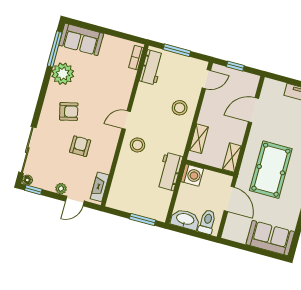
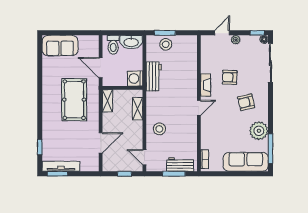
sofa: (81, 39) -> (246, 162), width x1.36
workbench: (152, 67) -> (180, 164), moved, turned 90
door: (206, 79) -> (144, 157), hinge flipped
stool: (137, 145) -> (166, 44), moved
armchair: (80, 146) -> (230, 77), turned 92
fireplace: (100, 187) -> (206, 85), moved

